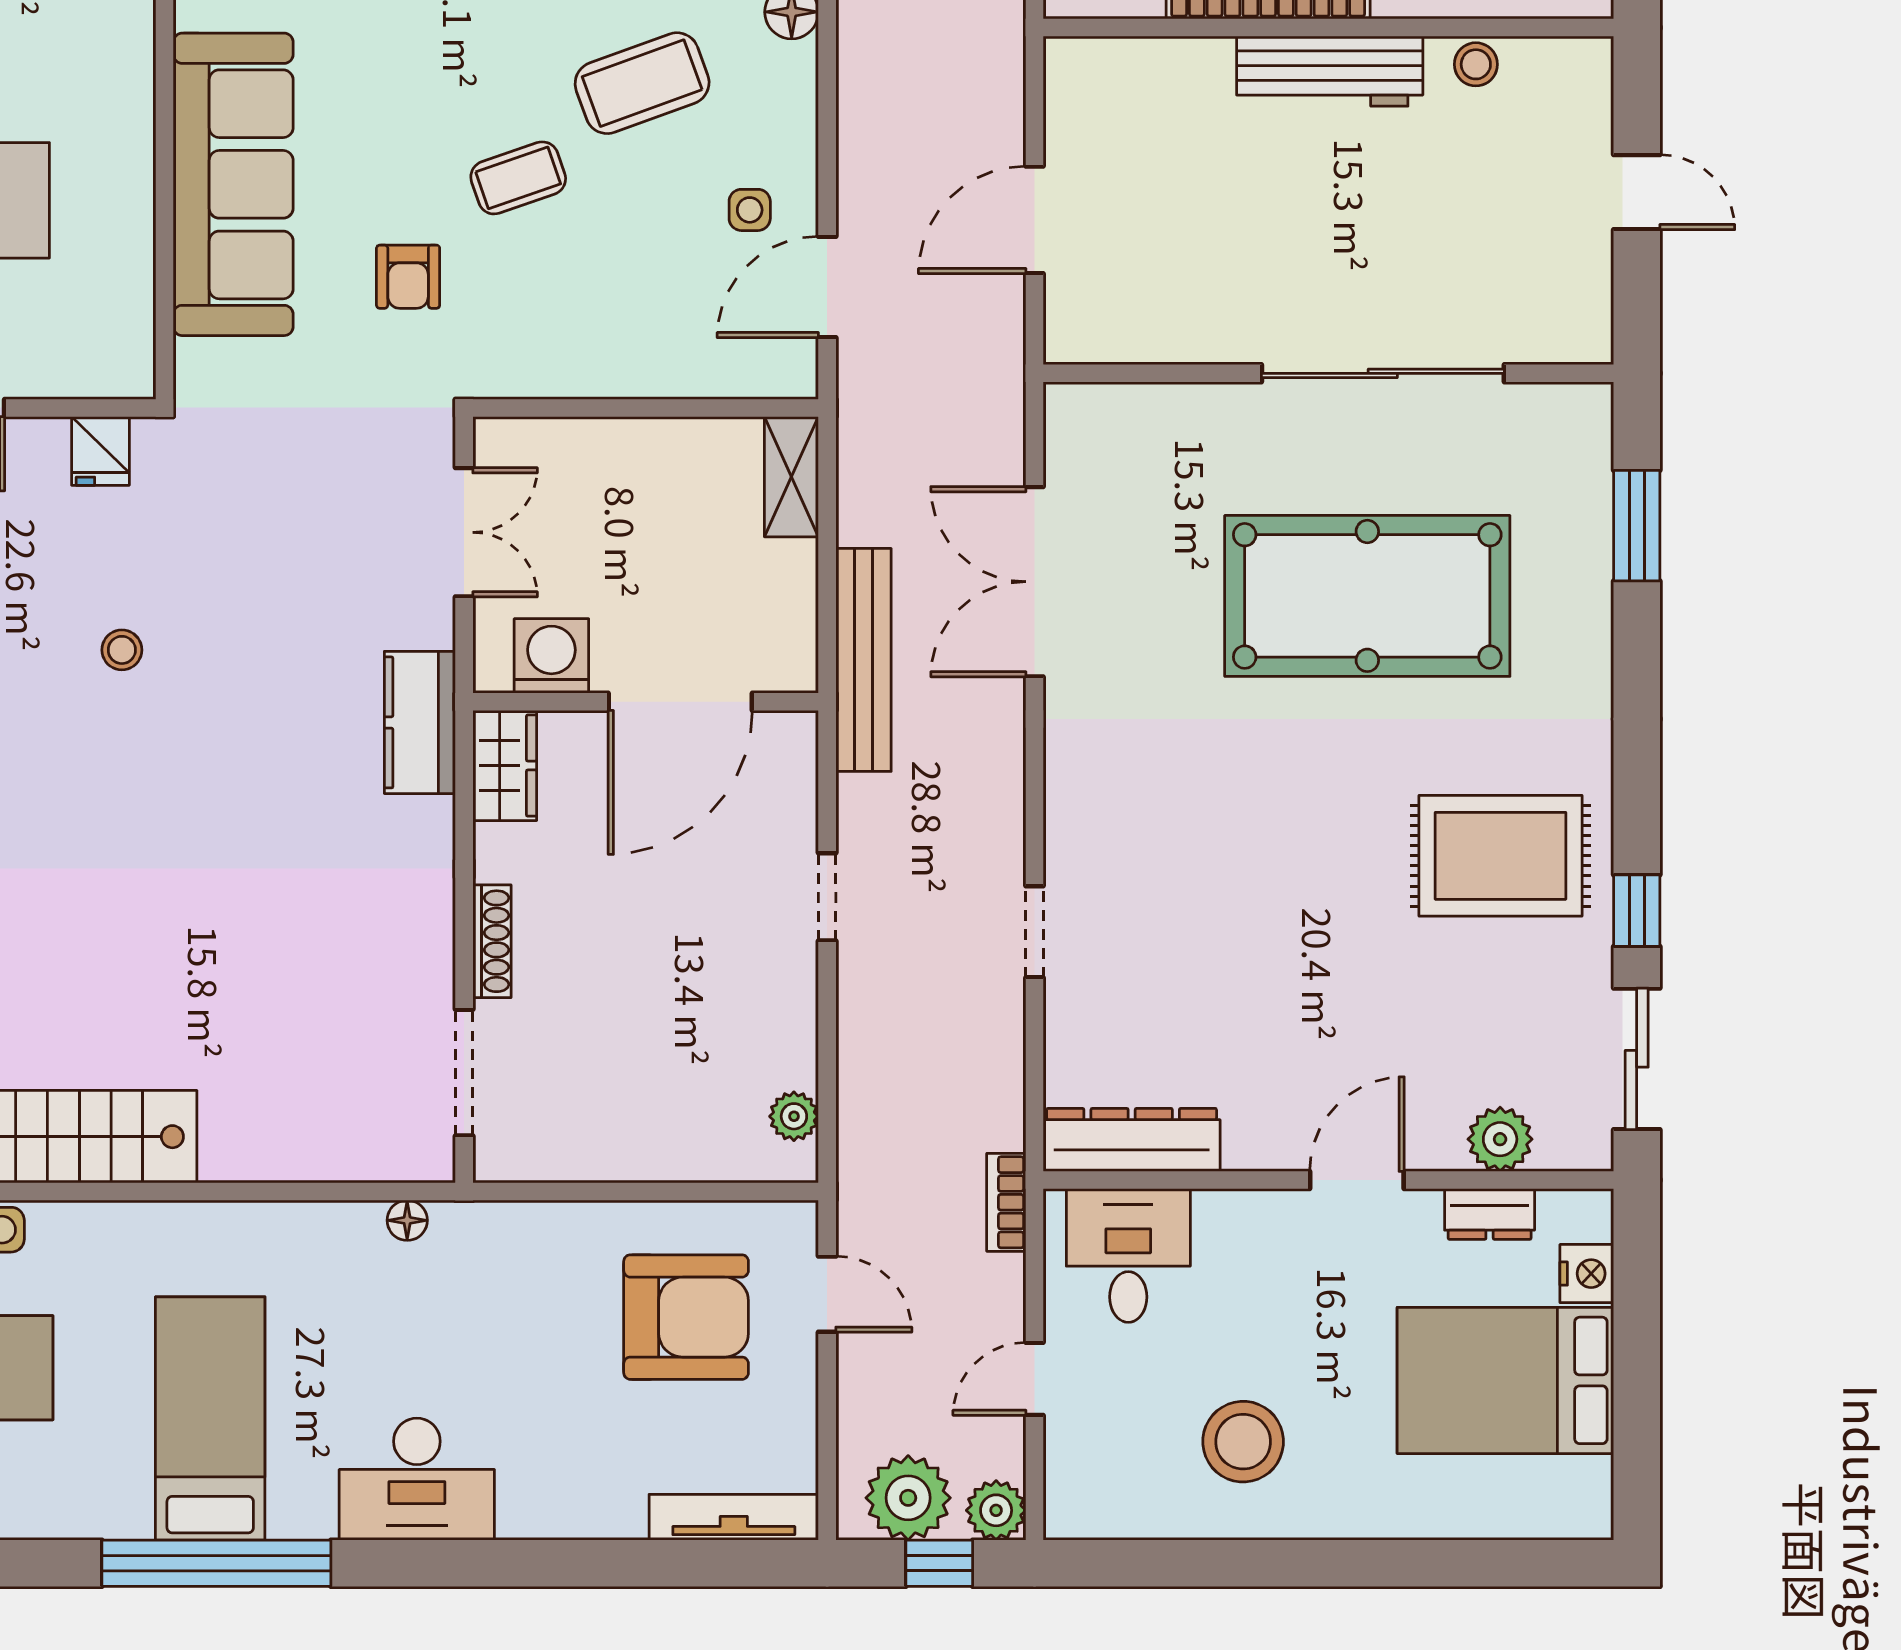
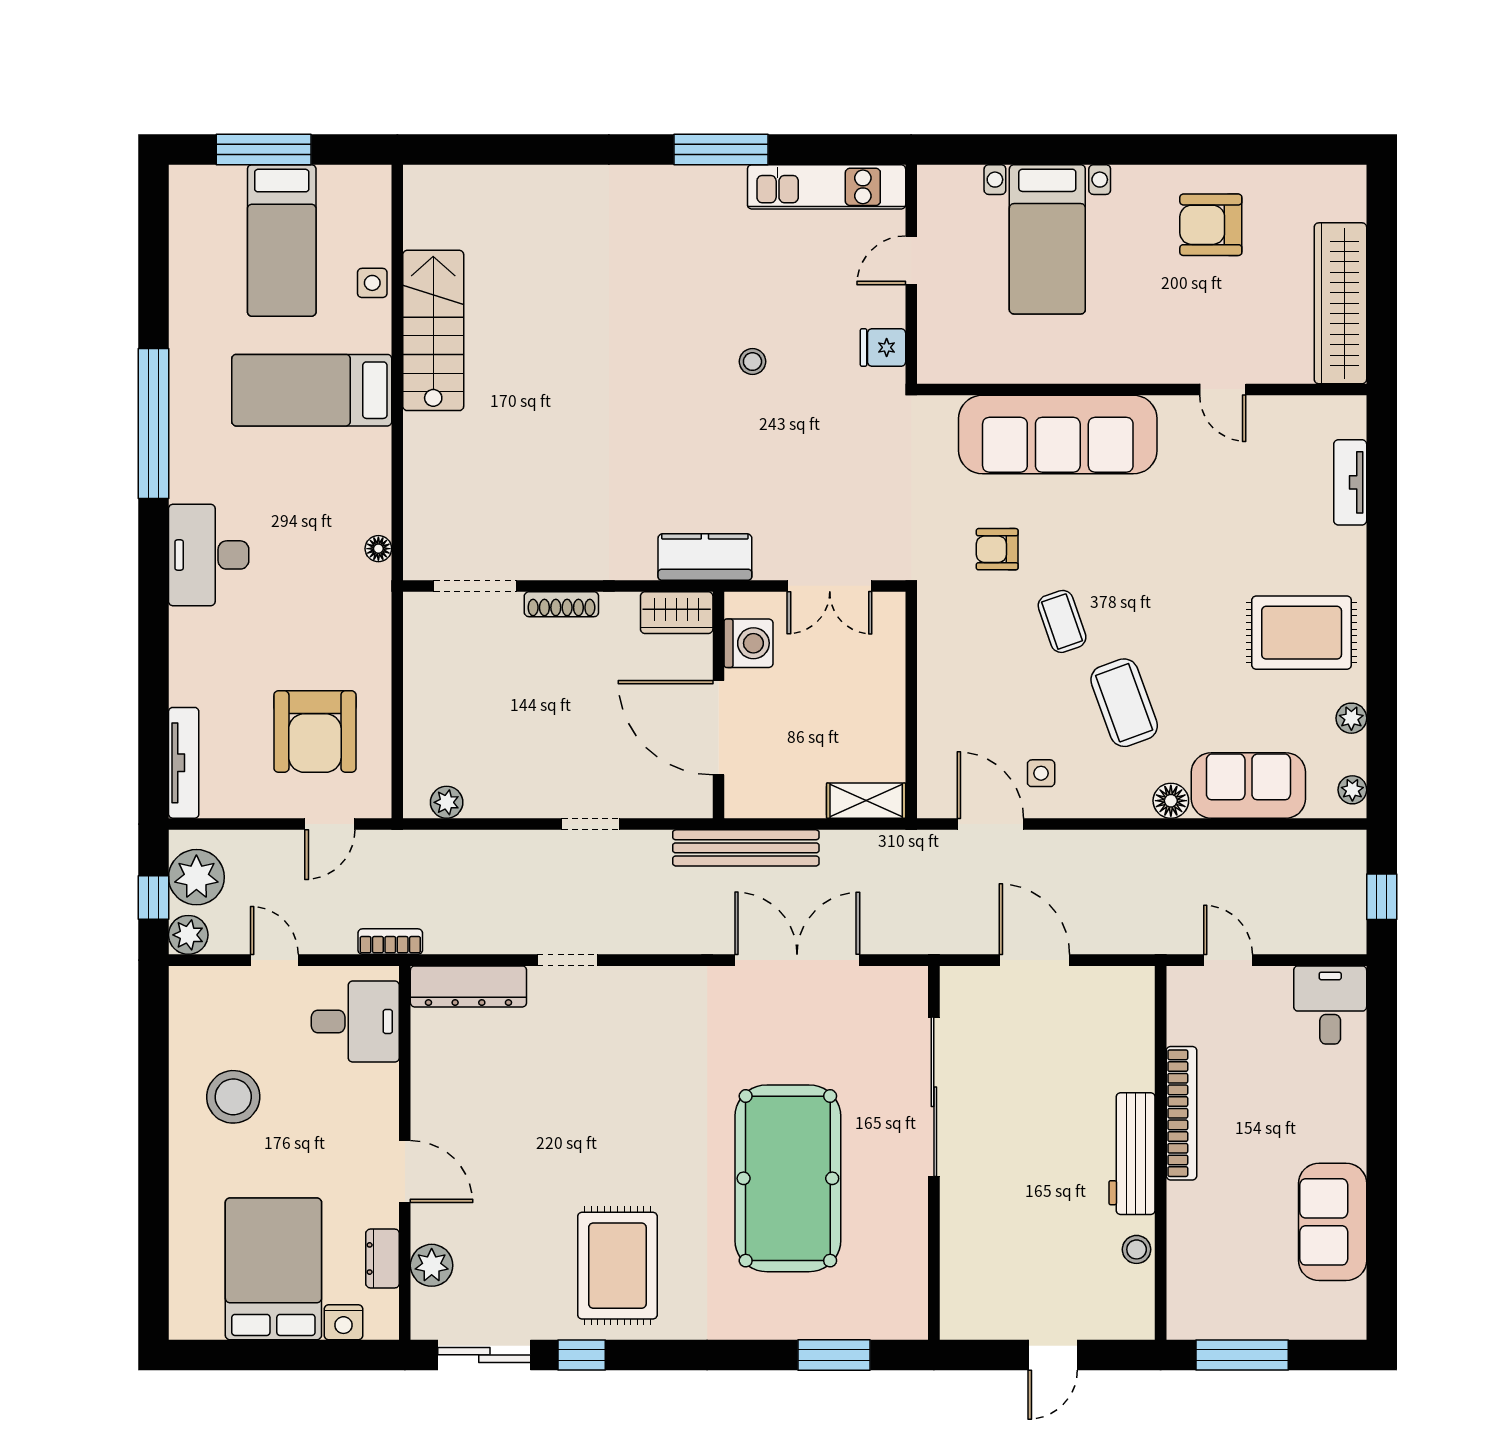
sliding door: (1383, 373) -> (934, 1097), moved
dresser: (1132, 1140) -> (468, 986), moved, turned 90
bed: (210, 1418) -> (312, 390), moved, turned 180

